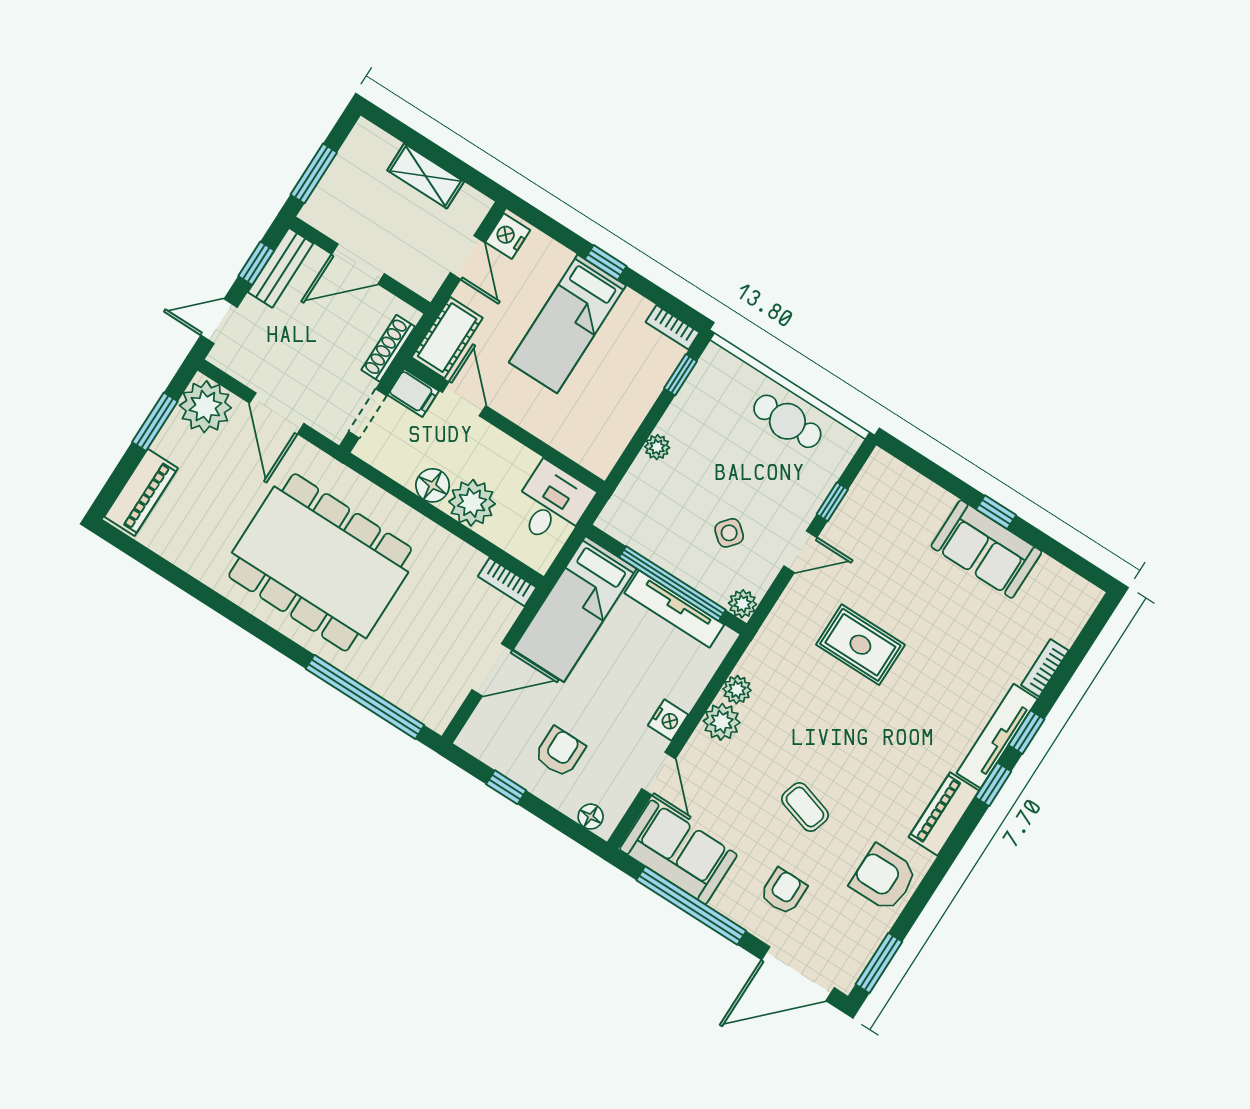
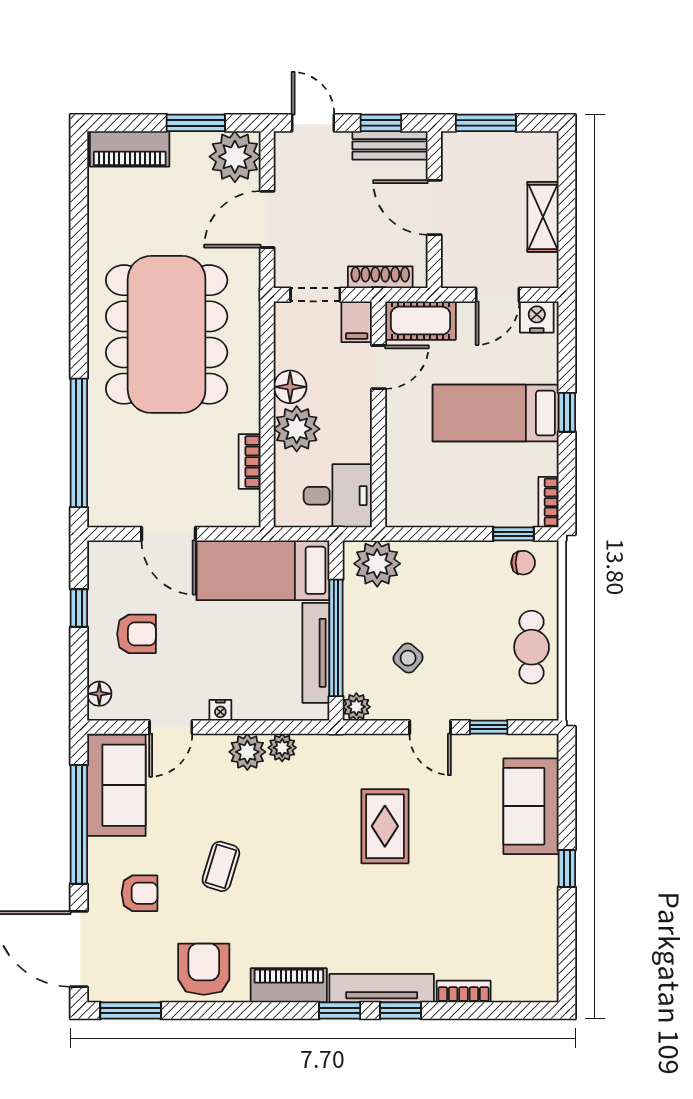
chair: (711, 382) -> (523, 563), added
plant: (657, 447) -> (377, 564), moved, width x1.87, depth x1.87
sofa: (986, 549) -> (531, 806), moved
bookcase: (507, 582) -> (250, 461), moved
nightstand: (668, 720) -> (220, 710), width x0.72, depth x0.74

